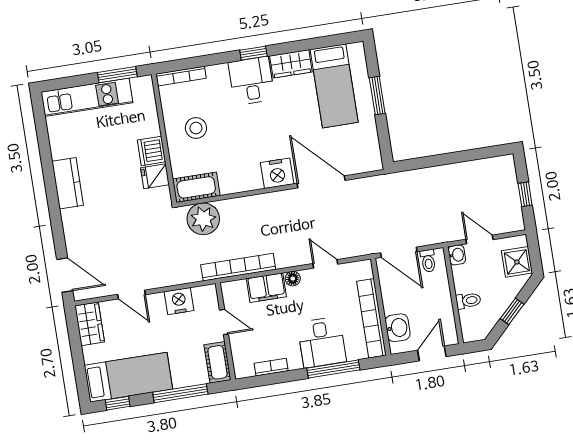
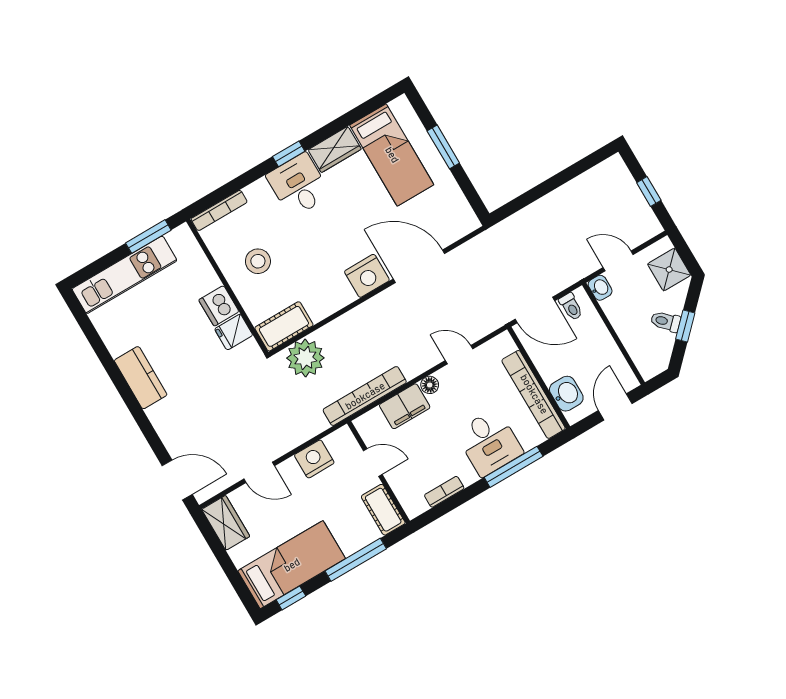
toilet: (468, 301) -> (666, 321), moved, turned -135

